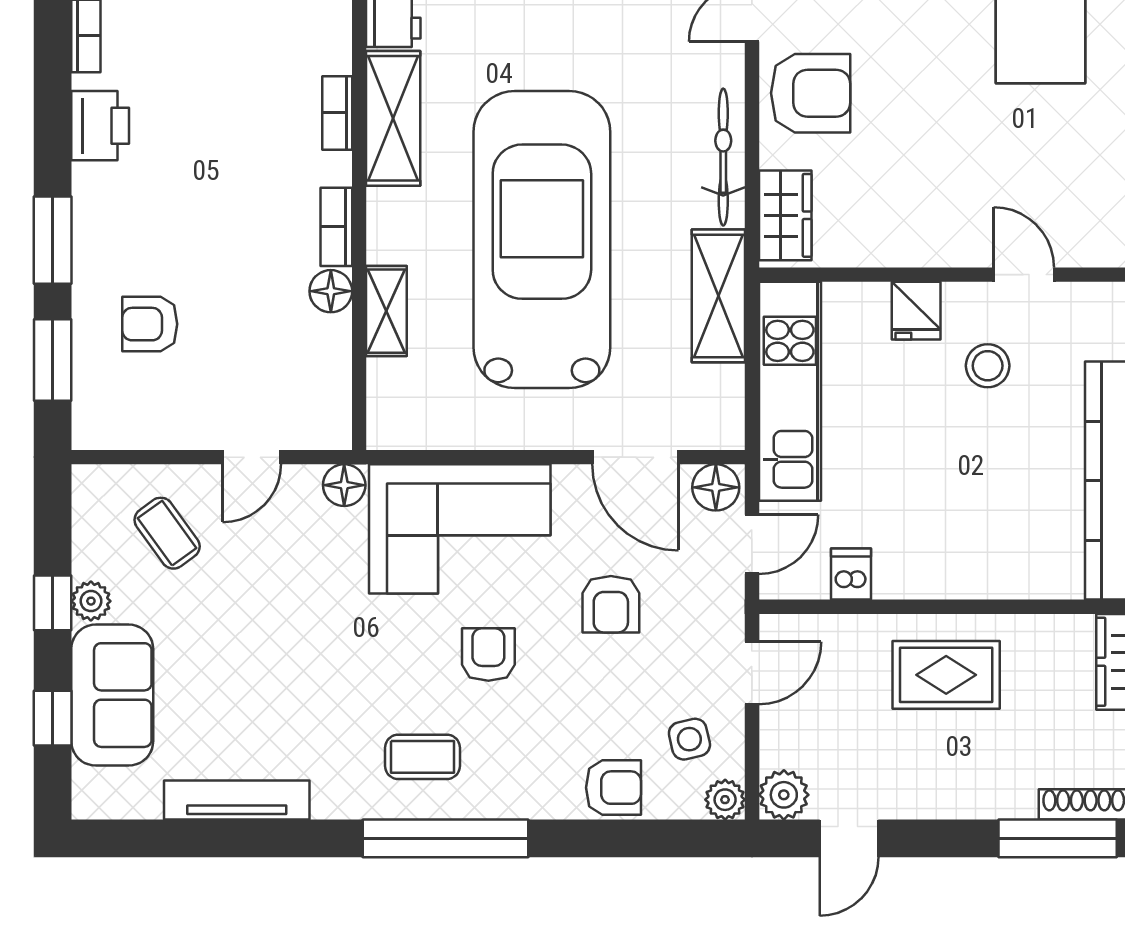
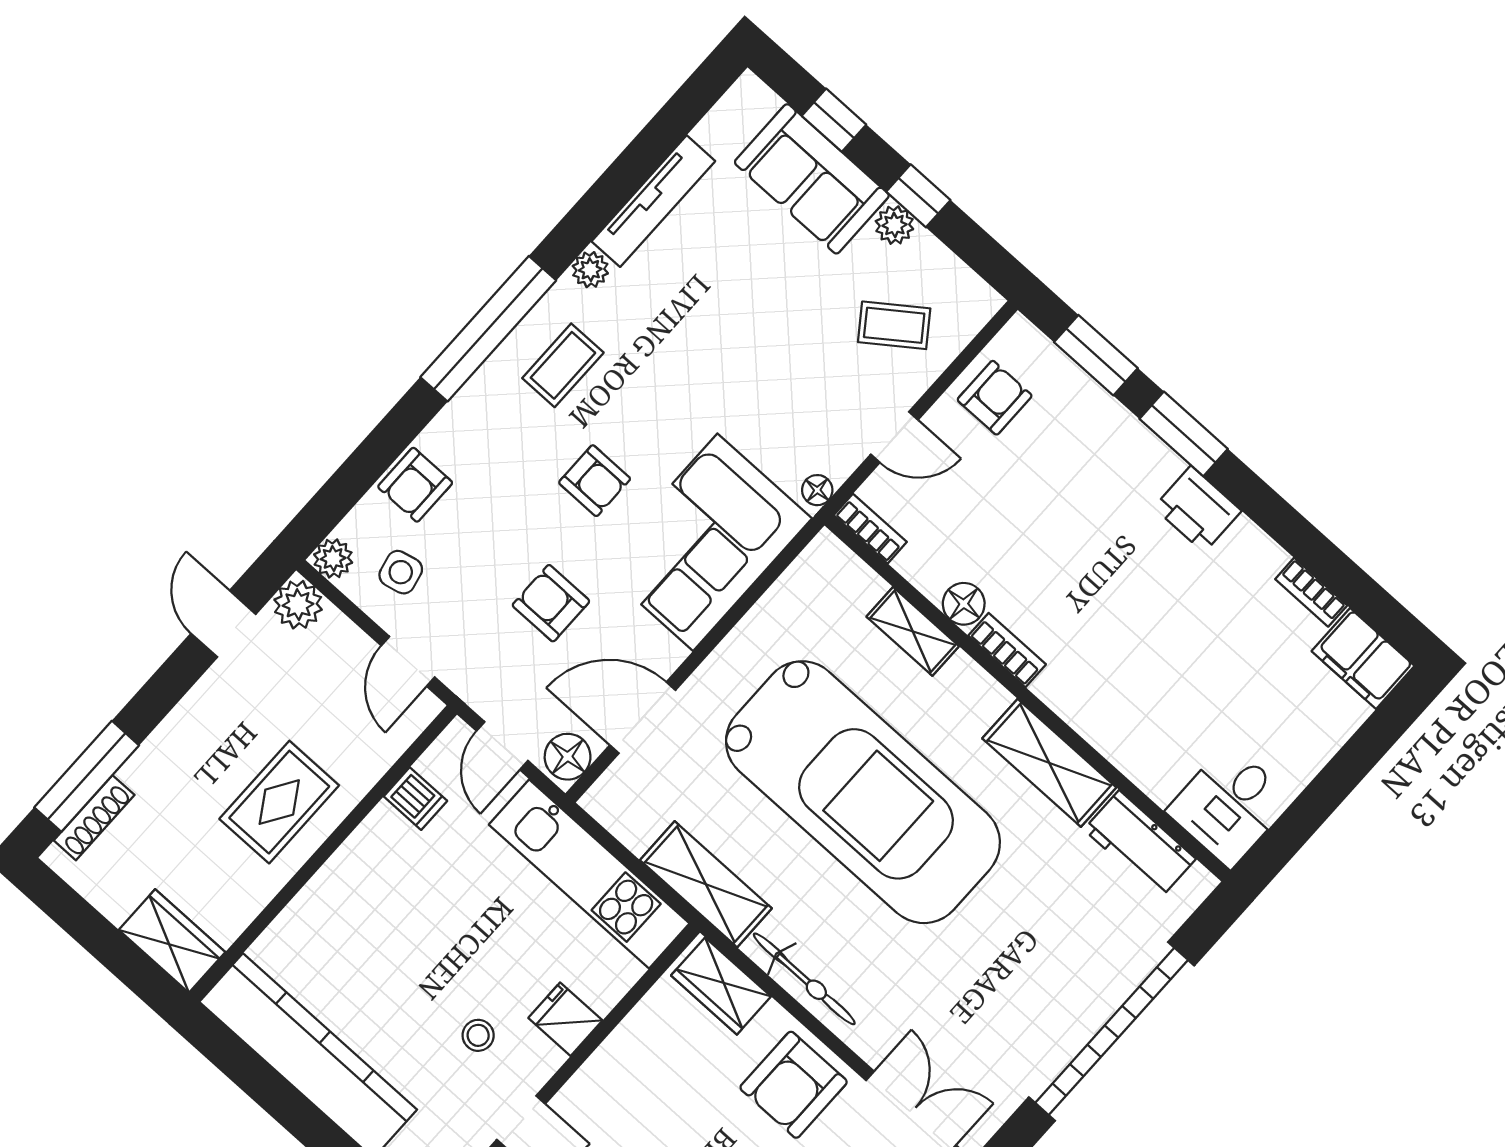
bookcase: (337, 113) -> (870, 529), moved
printer: (100, 126) -> (1198, 509), moved
armchair: (150, 324) -> (995, 398), moved
stool: (988, 366) -> (478, 1035), width x0.73, depth x0.73
door: (252, 457) -> (894, 437), swing flipped
floor lamp: (344, 485) -> (817, 490), width x0.73, depth x0.73
plant: (331, 801) -> (590, 270), added

